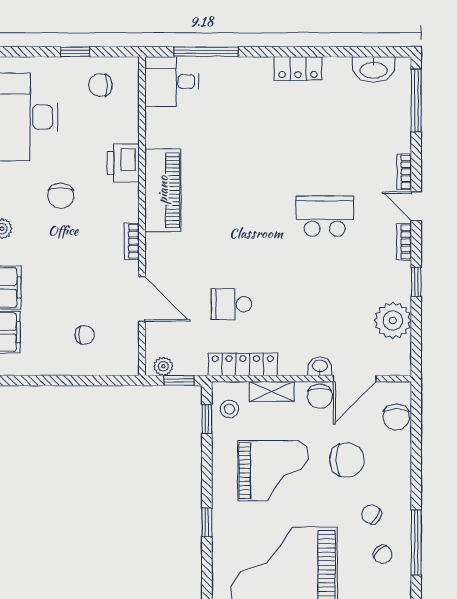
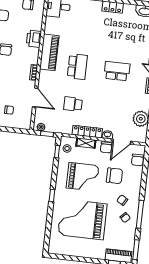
school desk: (231, 216) -> (77, 67), added
locker: (243, 364) -> (87, 132), moved

